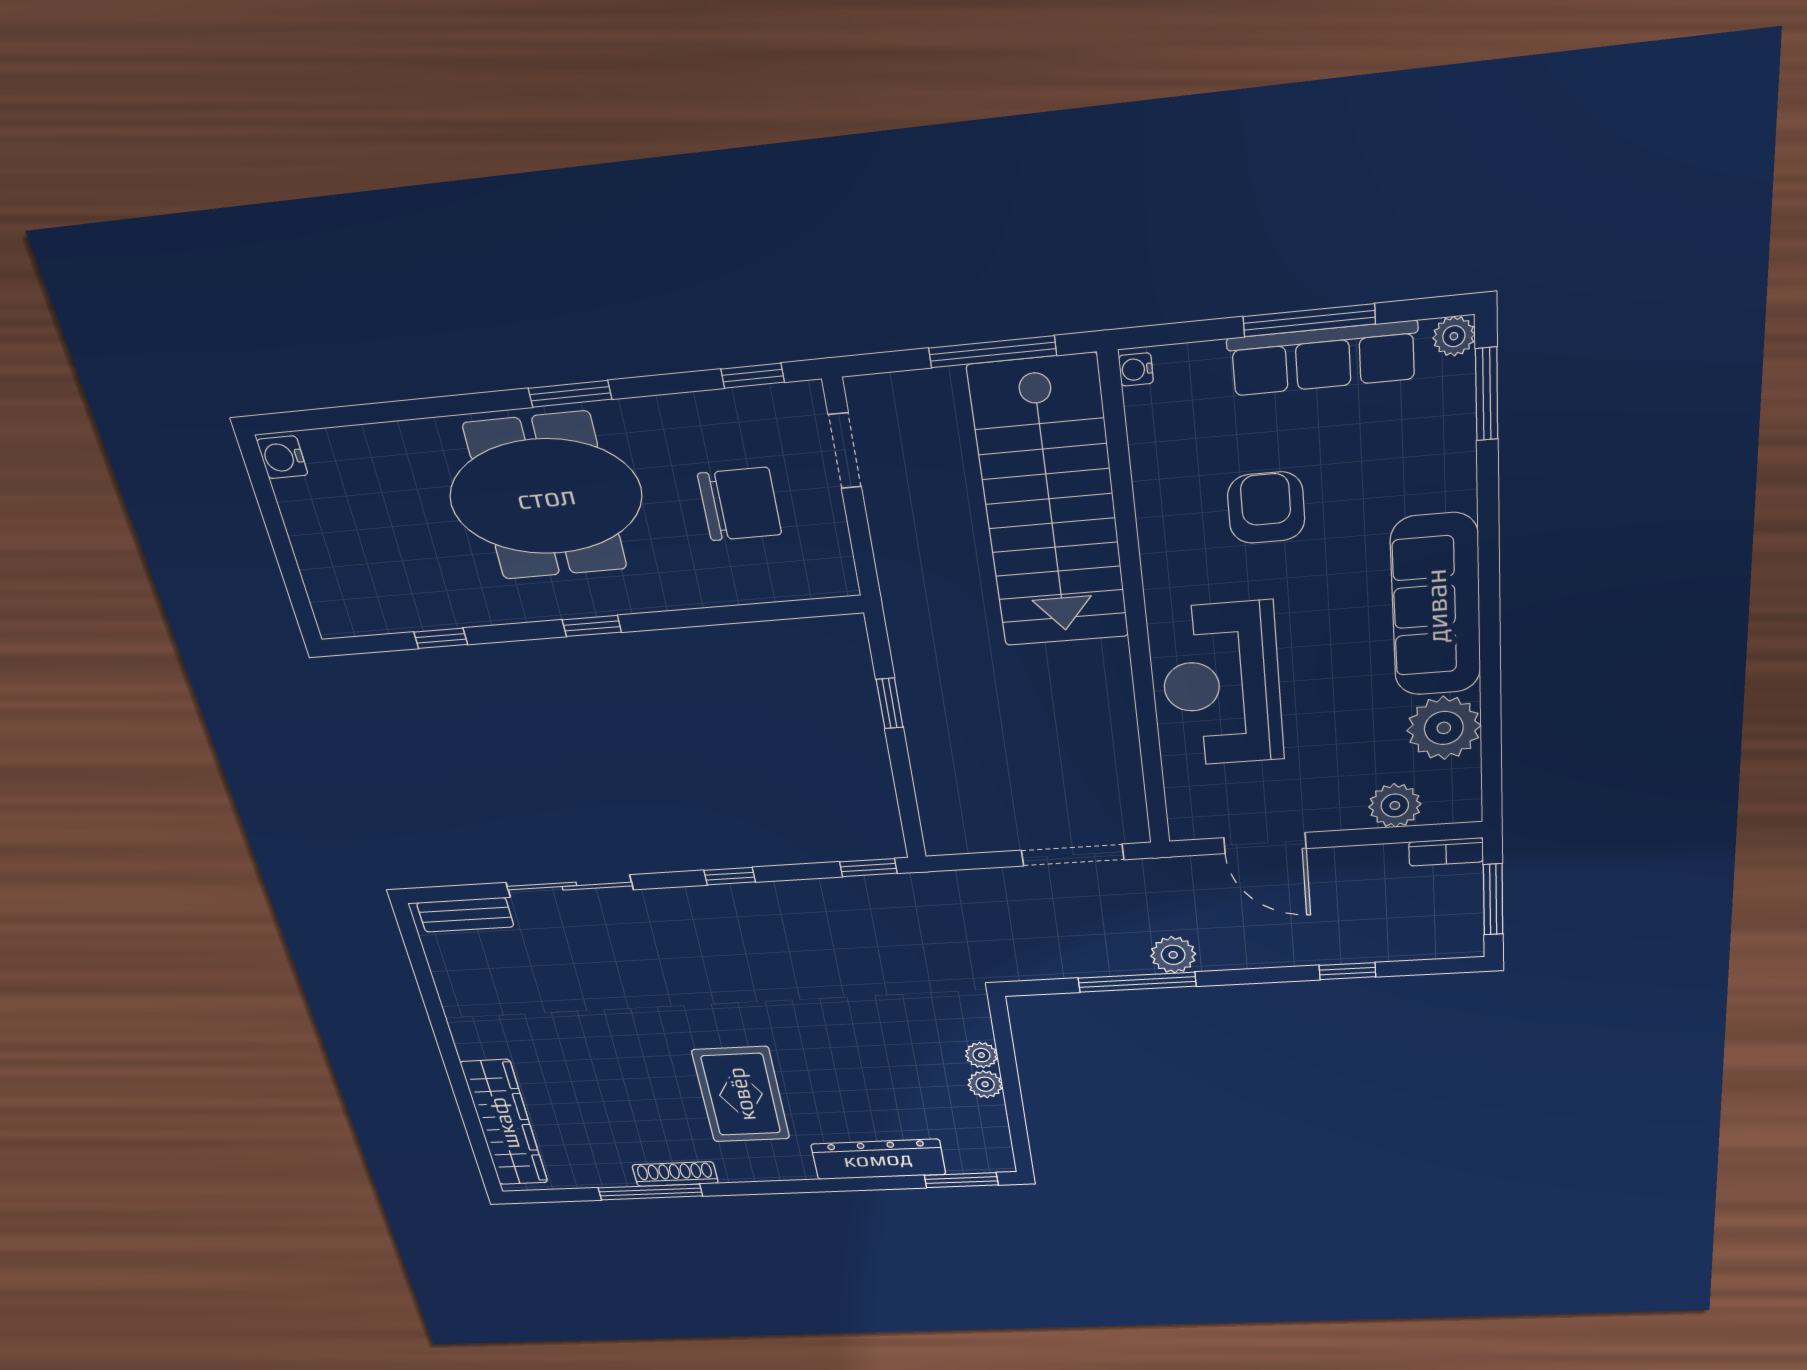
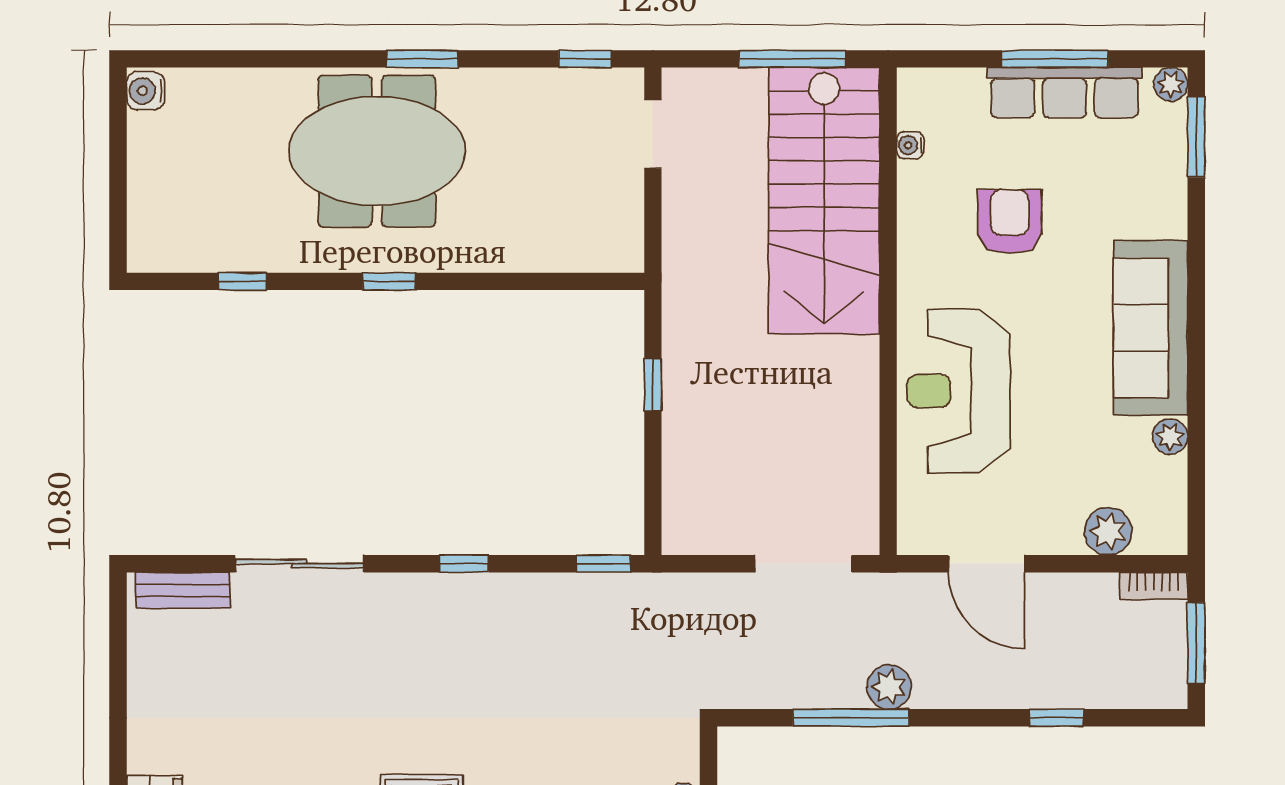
water cooler: (1136, 369) -> (910, 145), moved
chair: (740, 504) -> (551, 175), removed
plant: (1444, 728) -> (1170, 437), width x0.53, depth x0.53

